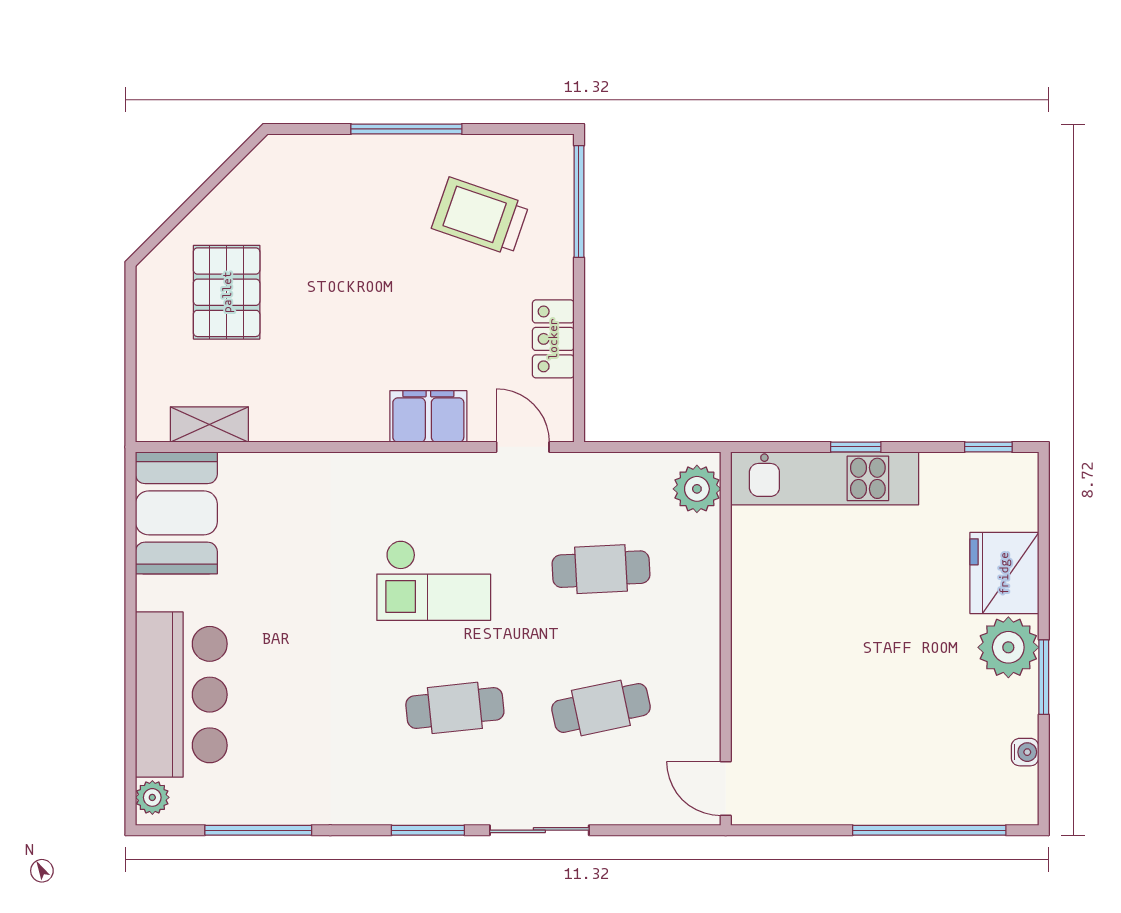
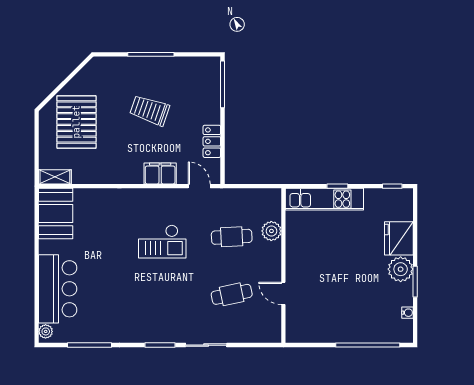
trolley: (480, 216) -> (150, 110), moved
pallet: (227, 292) -> (76, 122), width x1.37, depth x1.41
shelving: (209, 424) -> (55, 177), moved
plant: (697, 489) -> (271, 231), moved
cafe table: (455, 708) -> (171, 294), removed
door: (726, 789) -> (283, 293), moved

